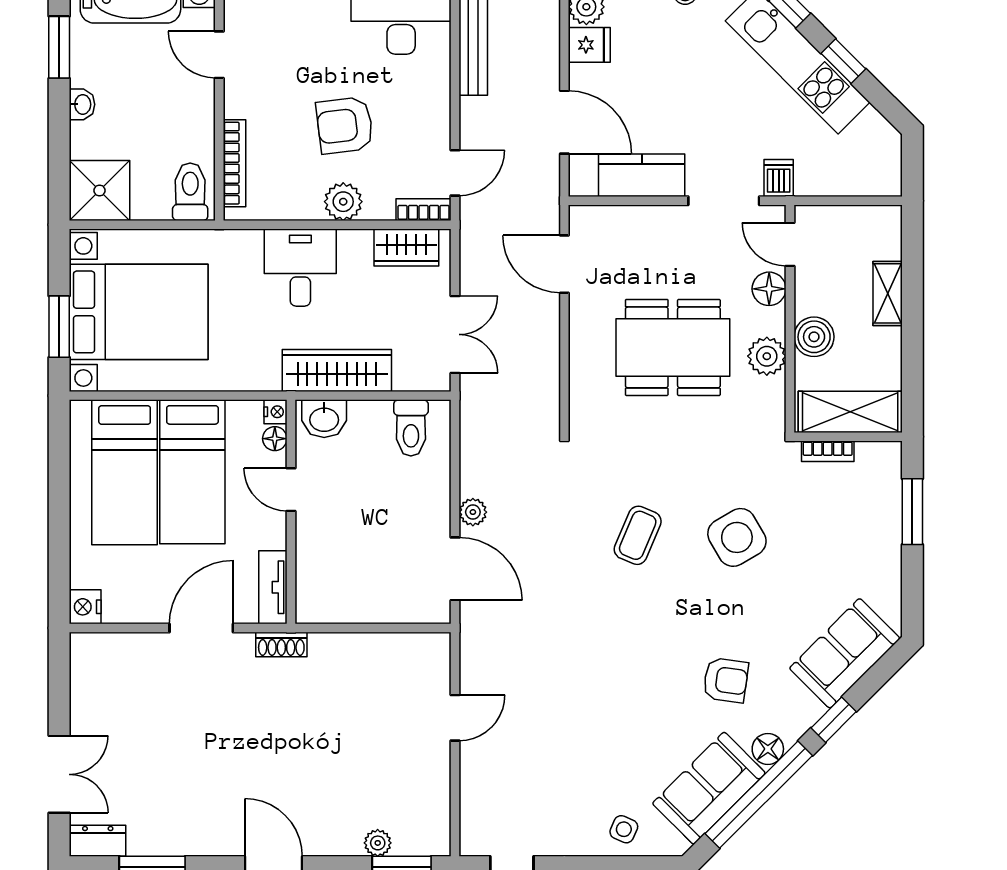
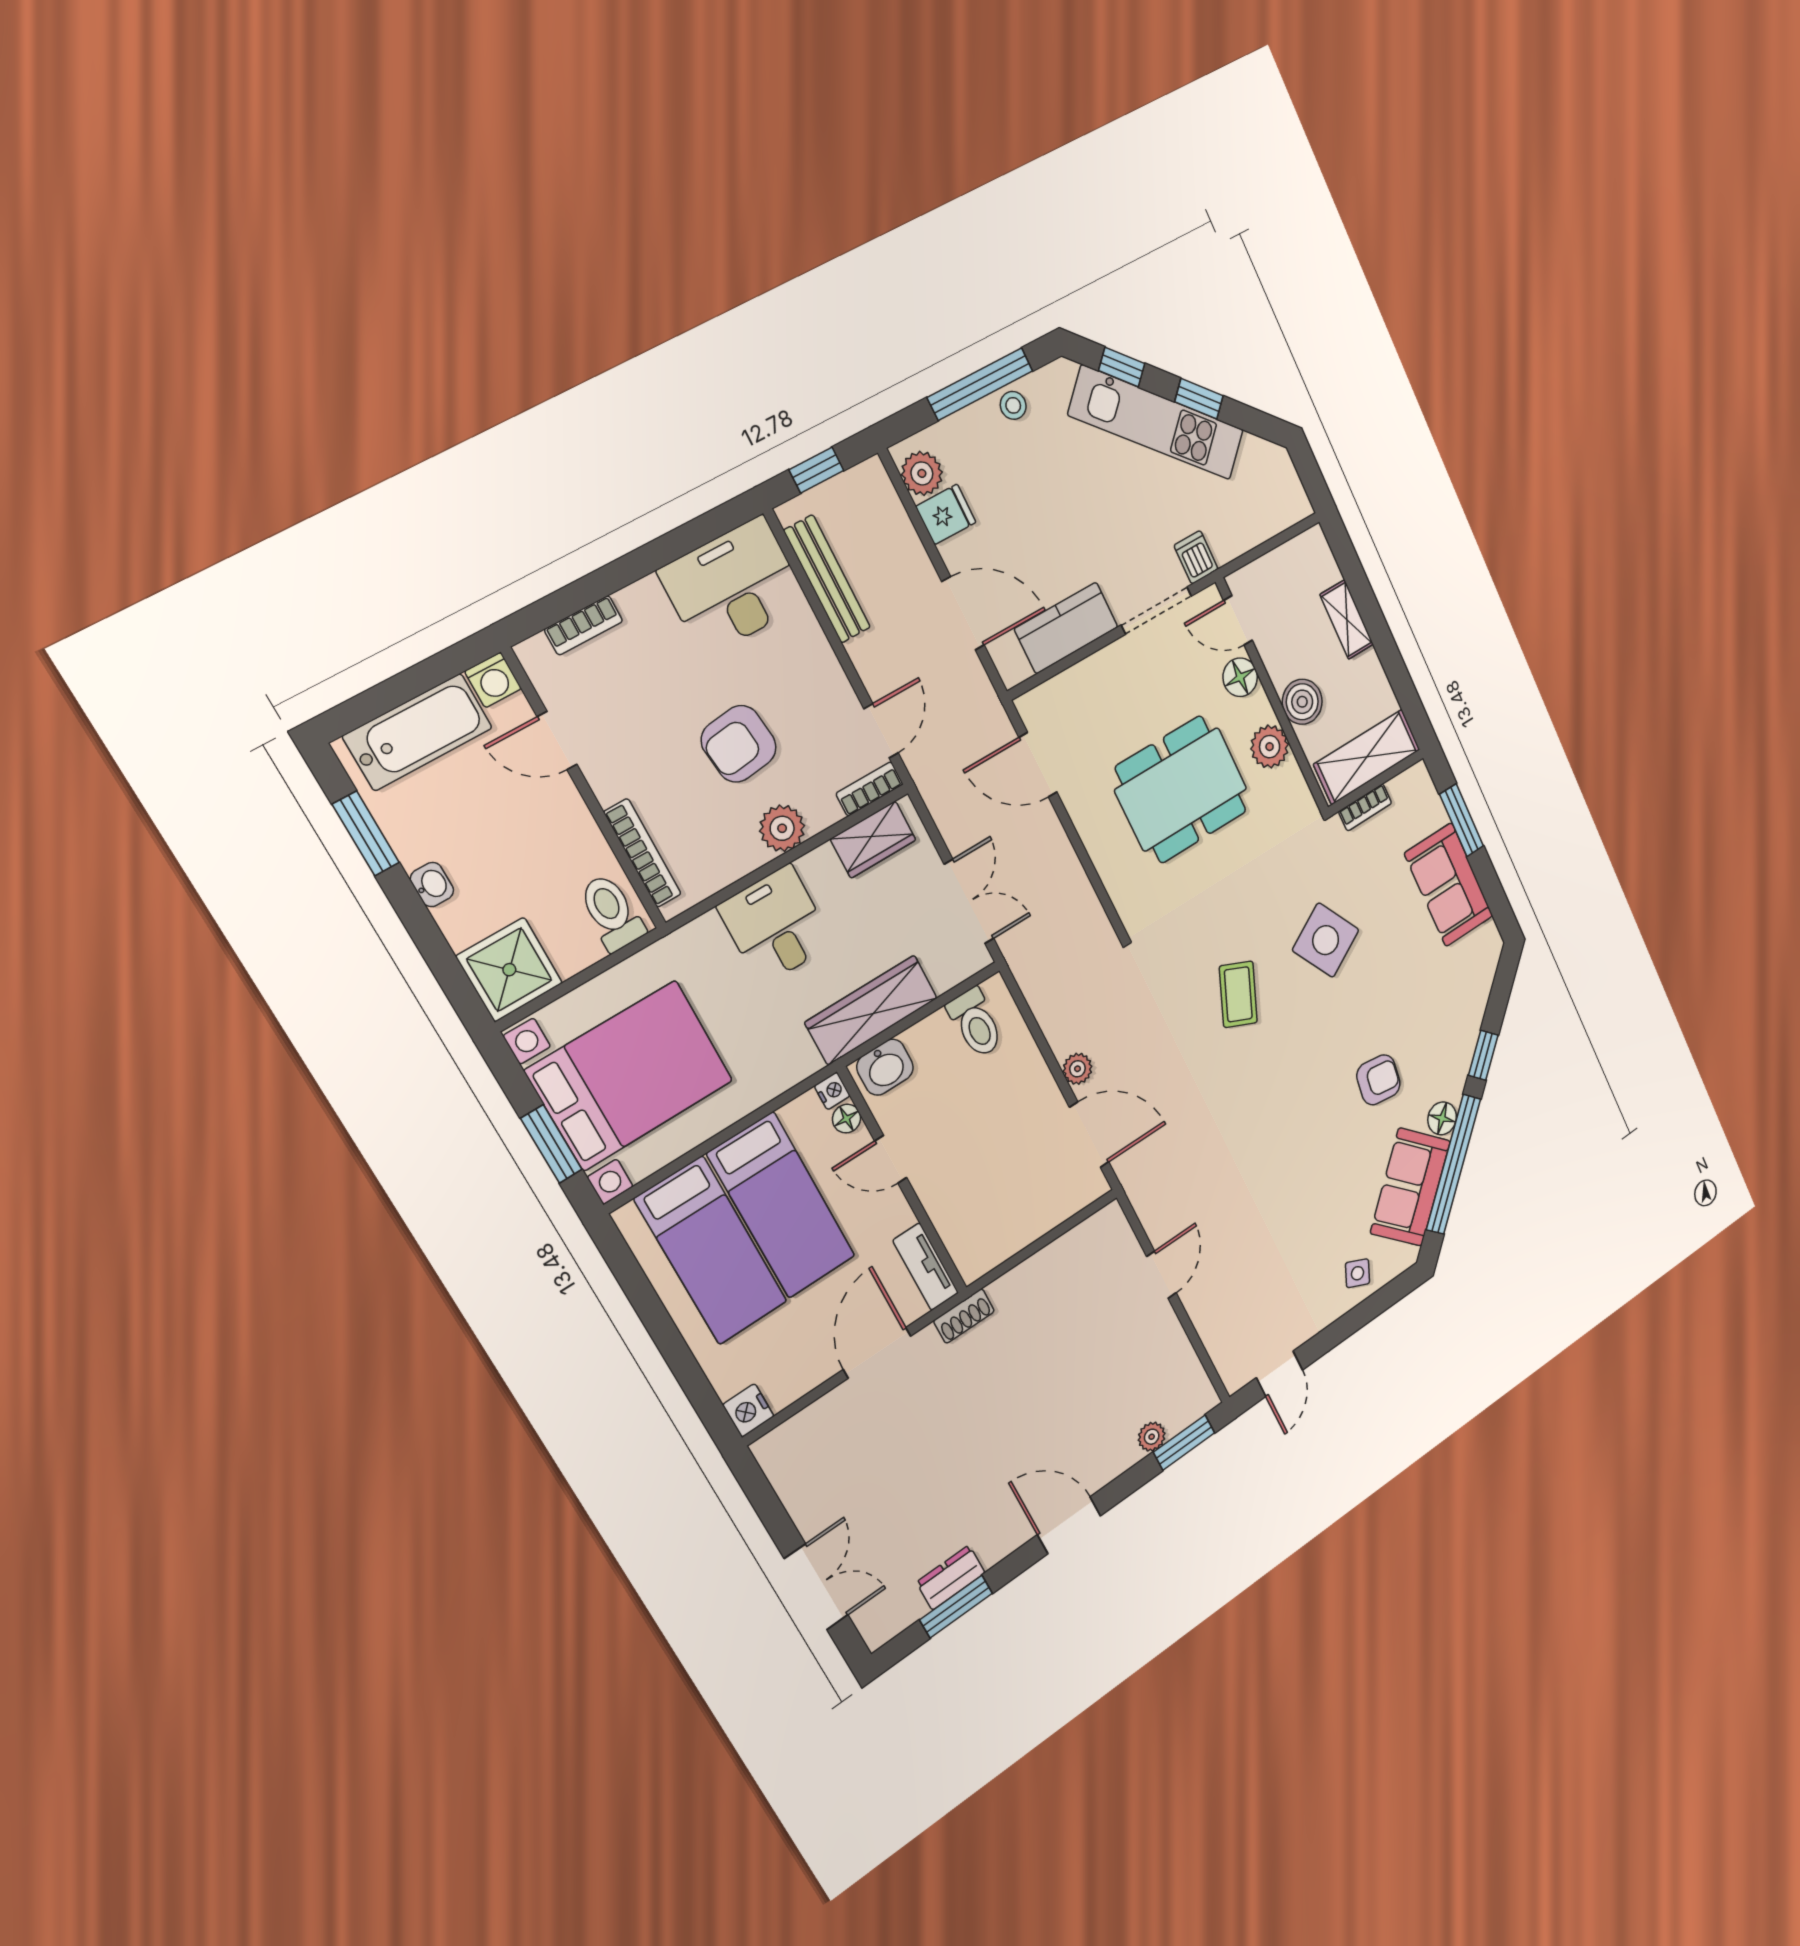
sofa: (845, 653) -> (1449, 885), moved, turned -45
dresser: (98, 841) -> (951, 1577), moved

